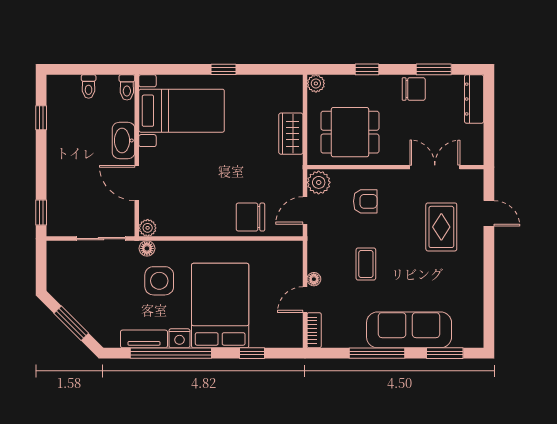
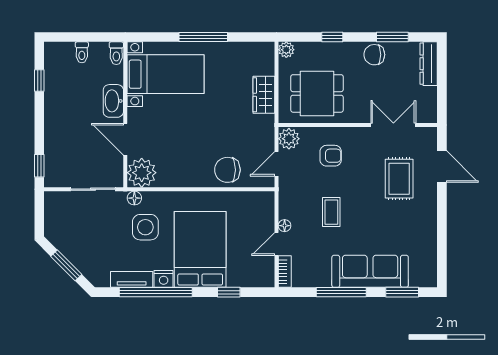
window: (223, 69) -> (203, 37), width x2.17
chair: (414, 89) -> (374, 55), turned 180
door: (489, 213) -> (442, 166), width x1.38
plant: (148, 228) -> (142, 173), width x1.88, depth x1.88

